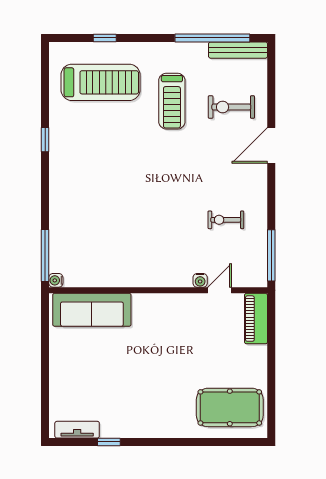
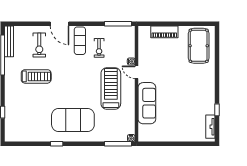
treadmill: (101, 82) -> (111, 88), moved
exercise mat: (90, 171) -> (73, 120), added
exercise mat: (239, 184) -> (80, 41), added
door: (220, 290) -> (136, 72), moved
sofa: (92, 310) -> (147, 103), moved
piano: (256, 319) -> (164, 32), moved

